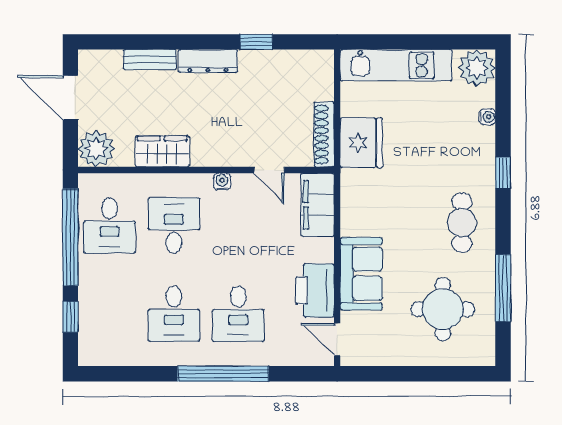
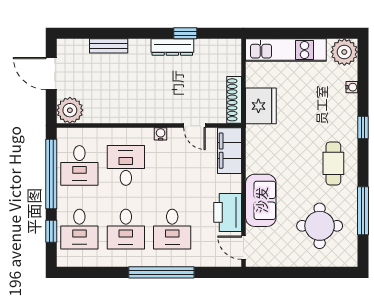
dresser: (208, 61) -> (172, 47), moved
wardrobe: (162, 151) -> (118, 112), removed
desk: (109, 314) -> (79, 229), added

